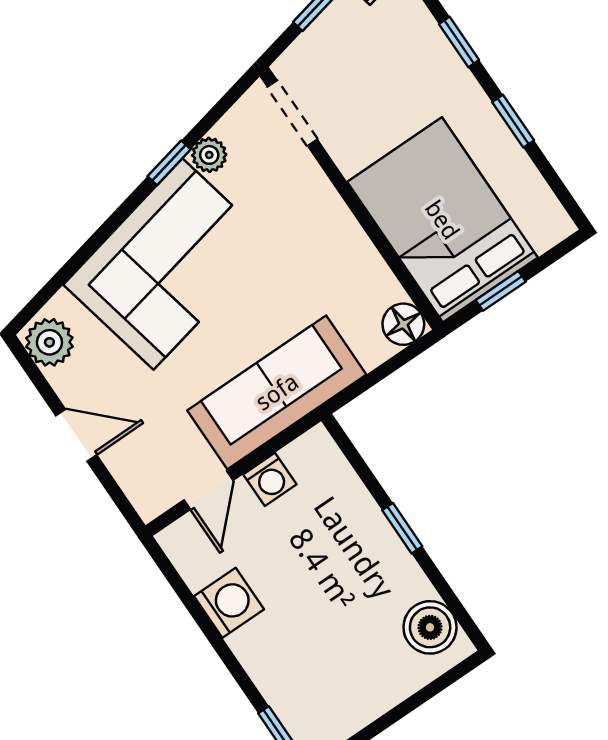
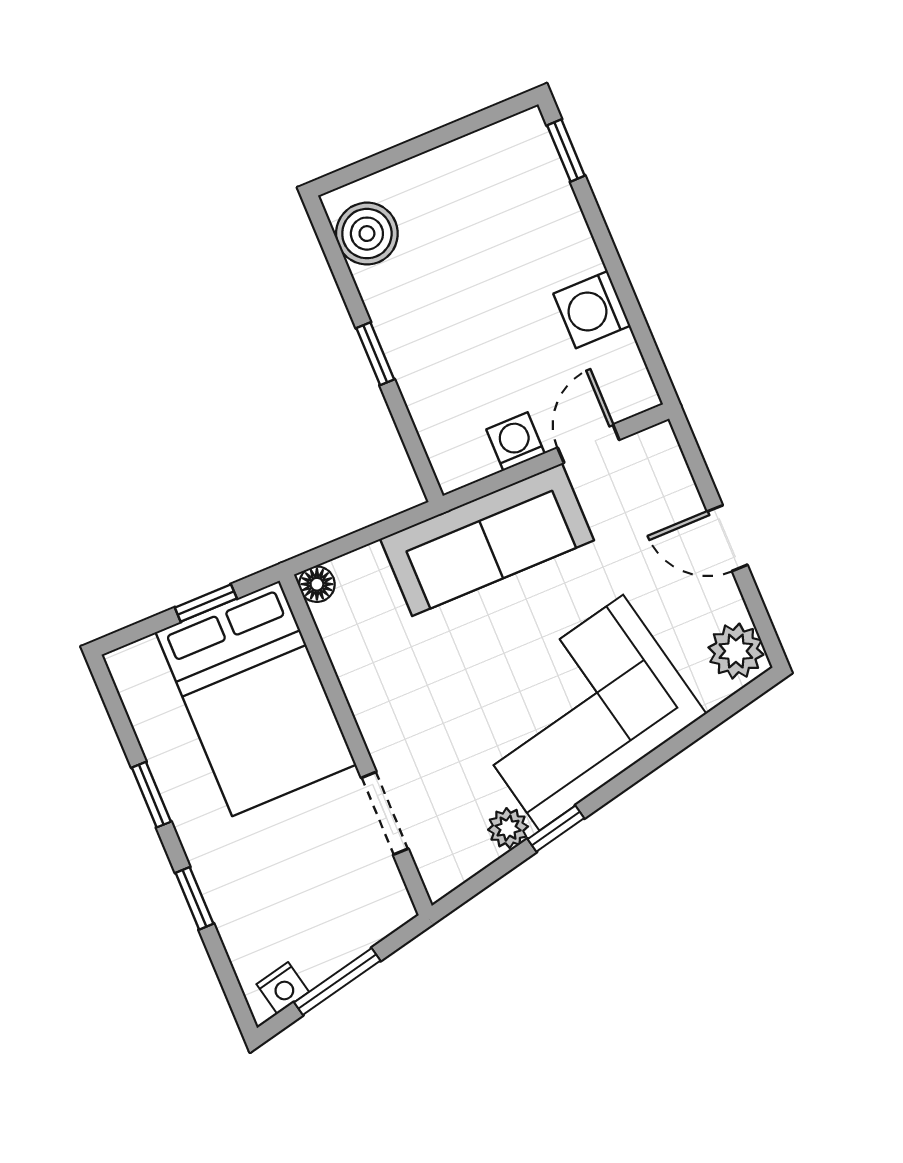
doorway: (292, 113) -> (385, 813), moved
floor lamp: (403, 324) -> (317, 584), width x0.73, depth x0.73

